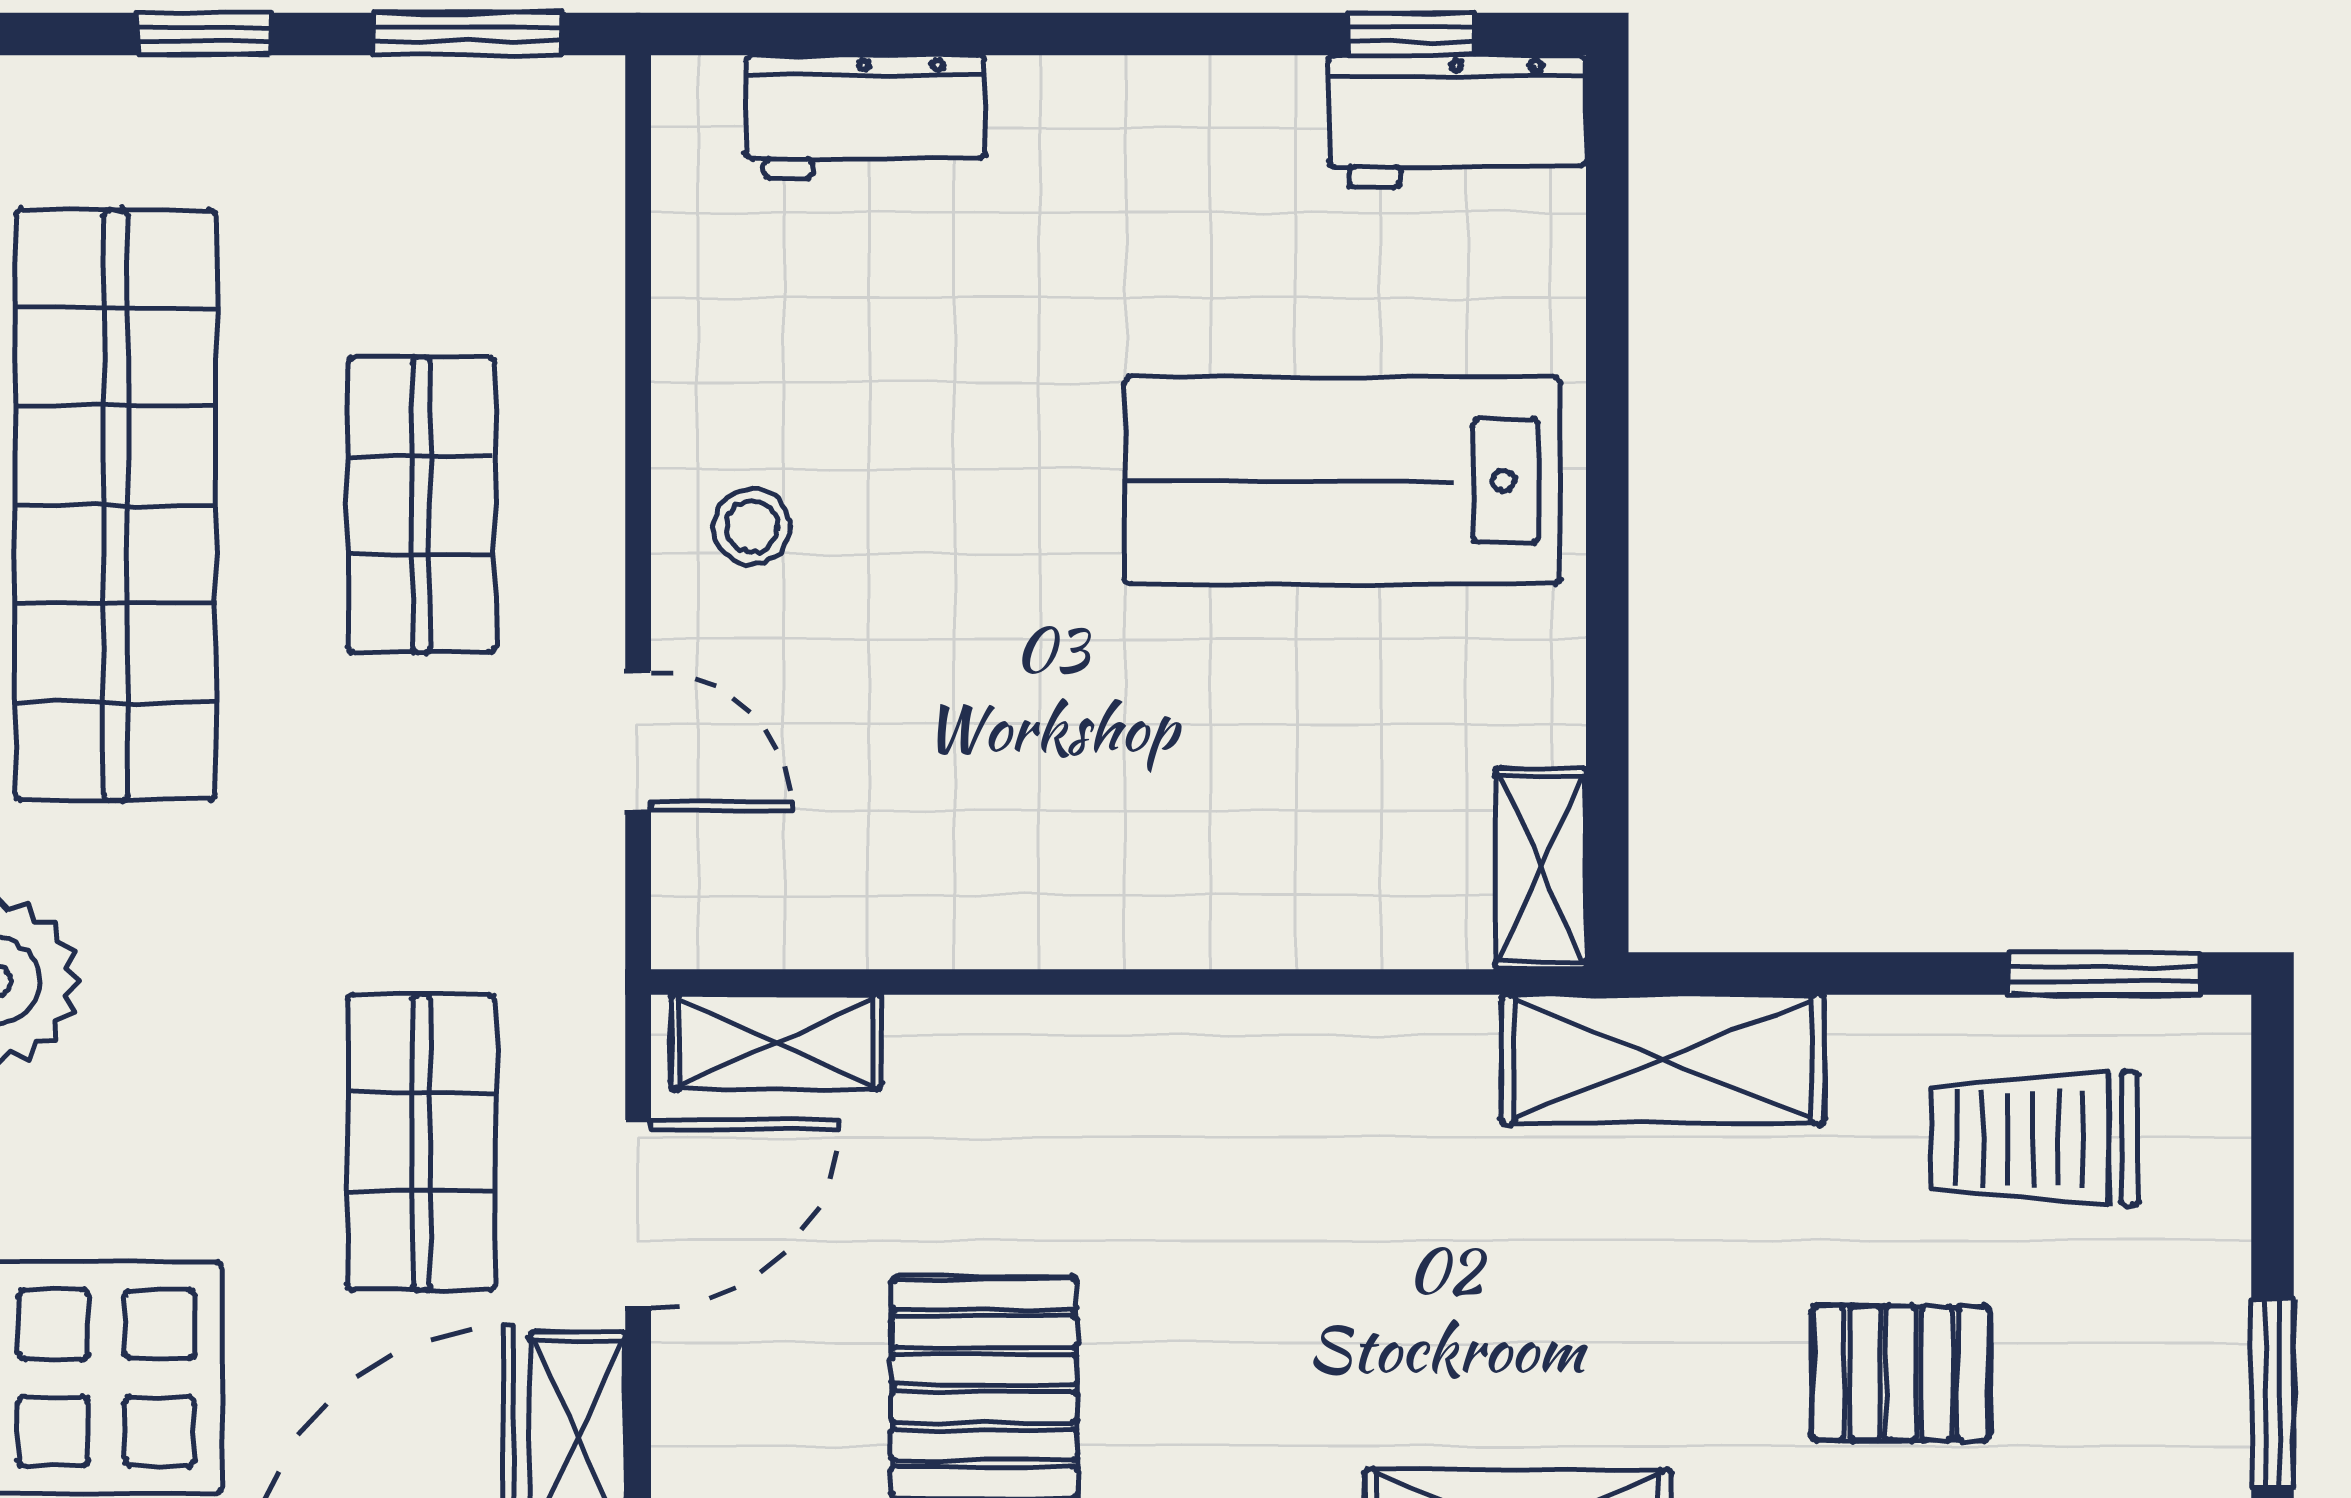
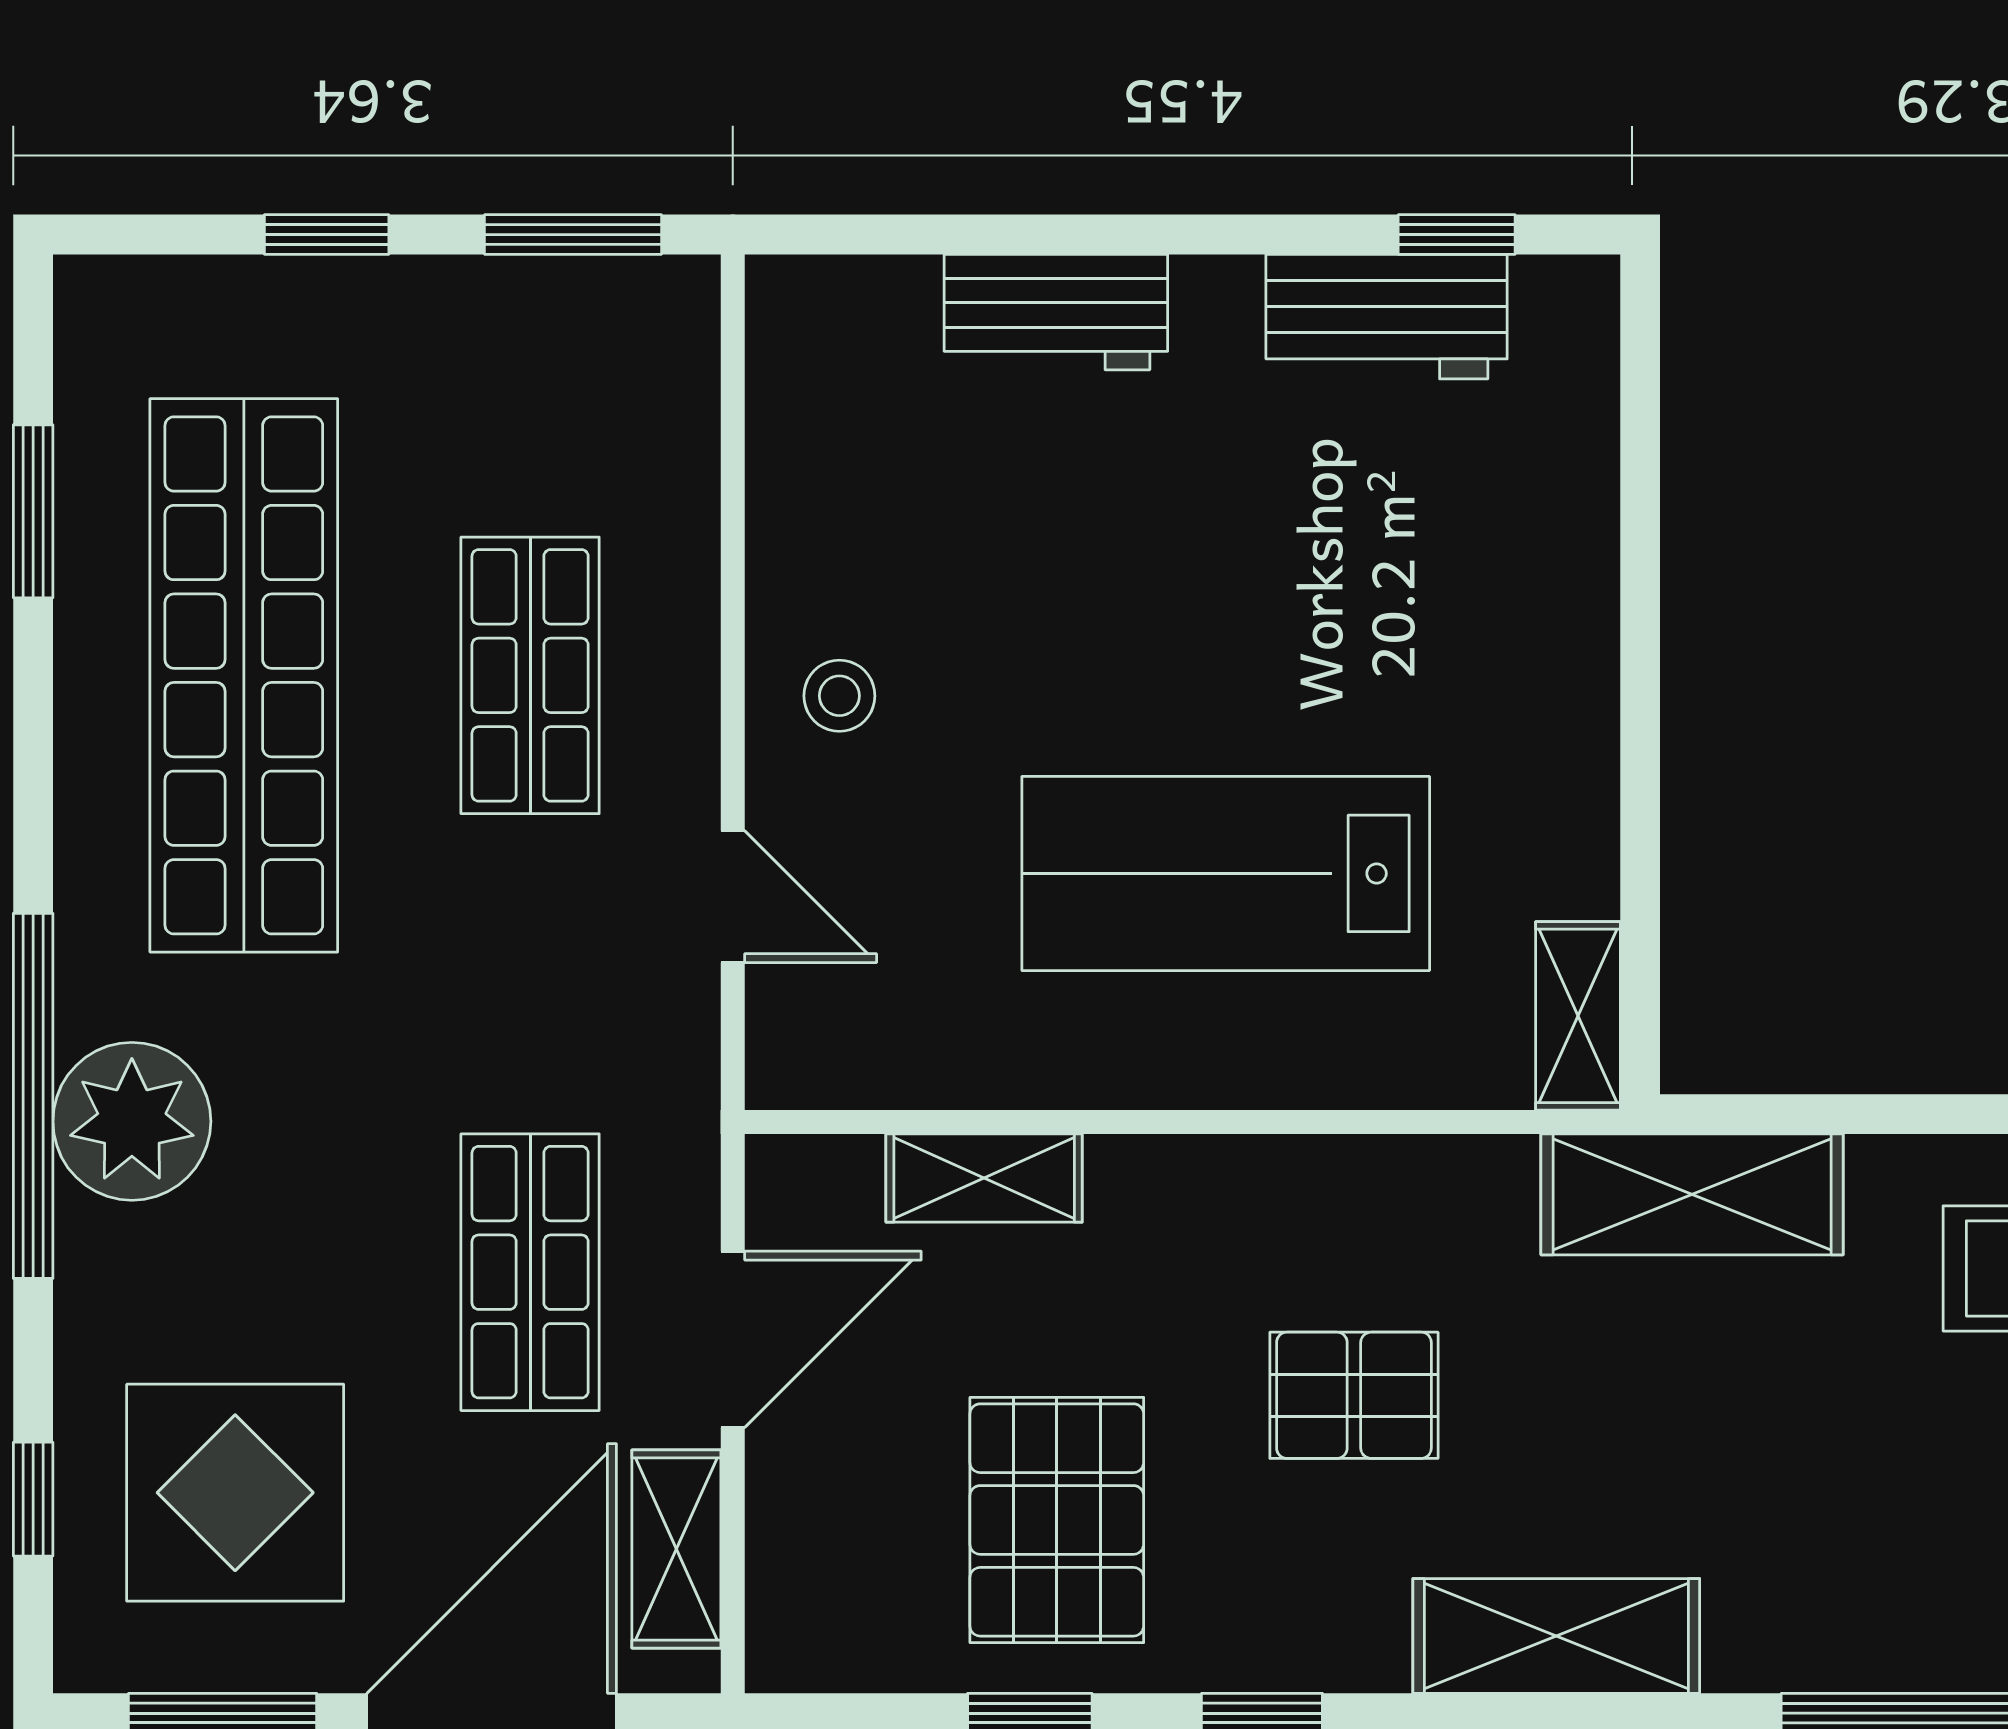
workbench: (865, 117) -> (1056, 312), moved
workbench: (1457, 122) -> (1387, 317), moved
lab bench: (1342, 481) -> (1226, 873), moved
shelving: (776, 1042) -> (984, 1178), moved
pallet: (1901, 1373) -> (1354, 1395), moved

